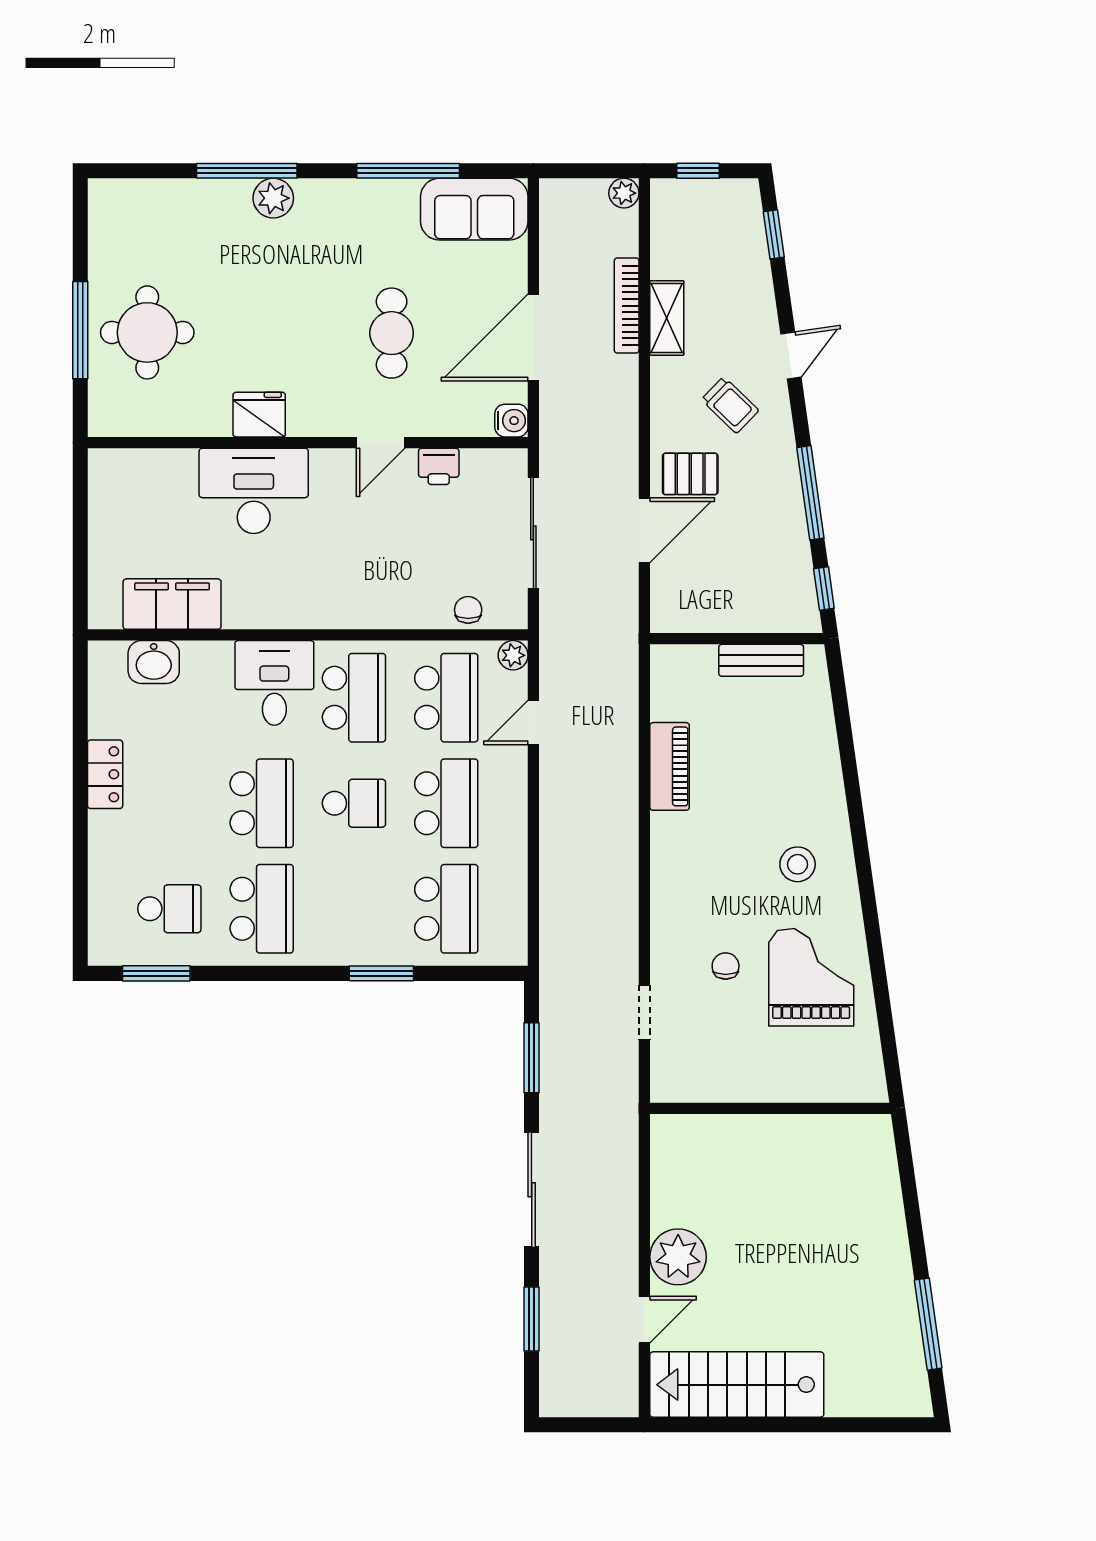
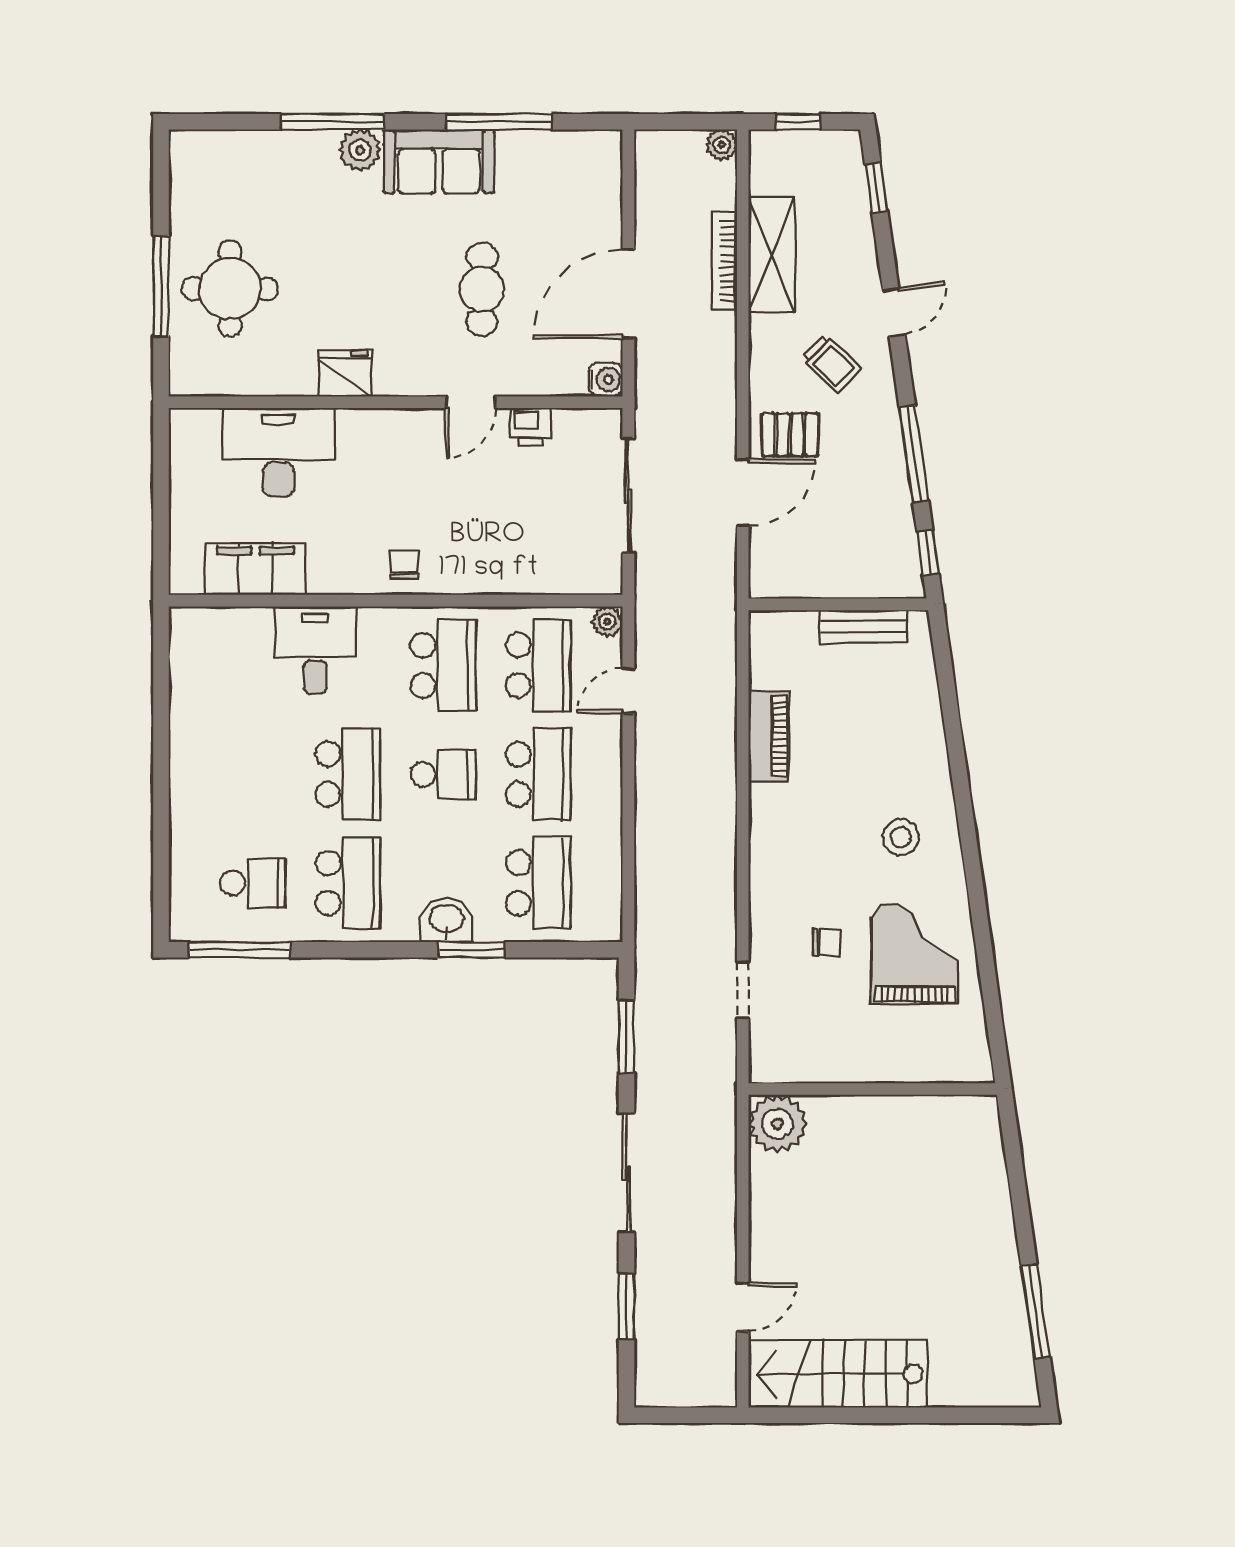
sofa: (474, 209) -> (439, 161), moved
shelving: (667, 318) -> (772, 254), width x1.50, depth x1.33
desk: (254, 491) -> (278, 452), moved
chair: (468, 610) -> (404, 565), moved
washbasin: (154, 662) -> (447, 920), moved, turned 180
desk: (274, 683) -> (315, 650), moved
locker: (105, 774) -> (187, 744), removed
chair: (726, 966) -> (826, 942), turned 90
window: (156, 973) -> (239, 950), width x1.44
plant: (678, 1257) -> (777, 1124), moved

